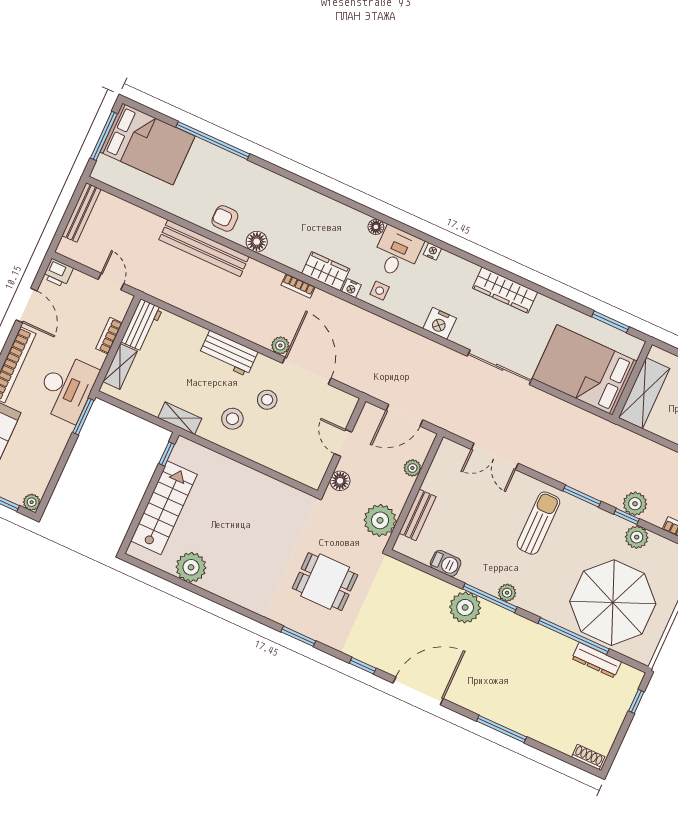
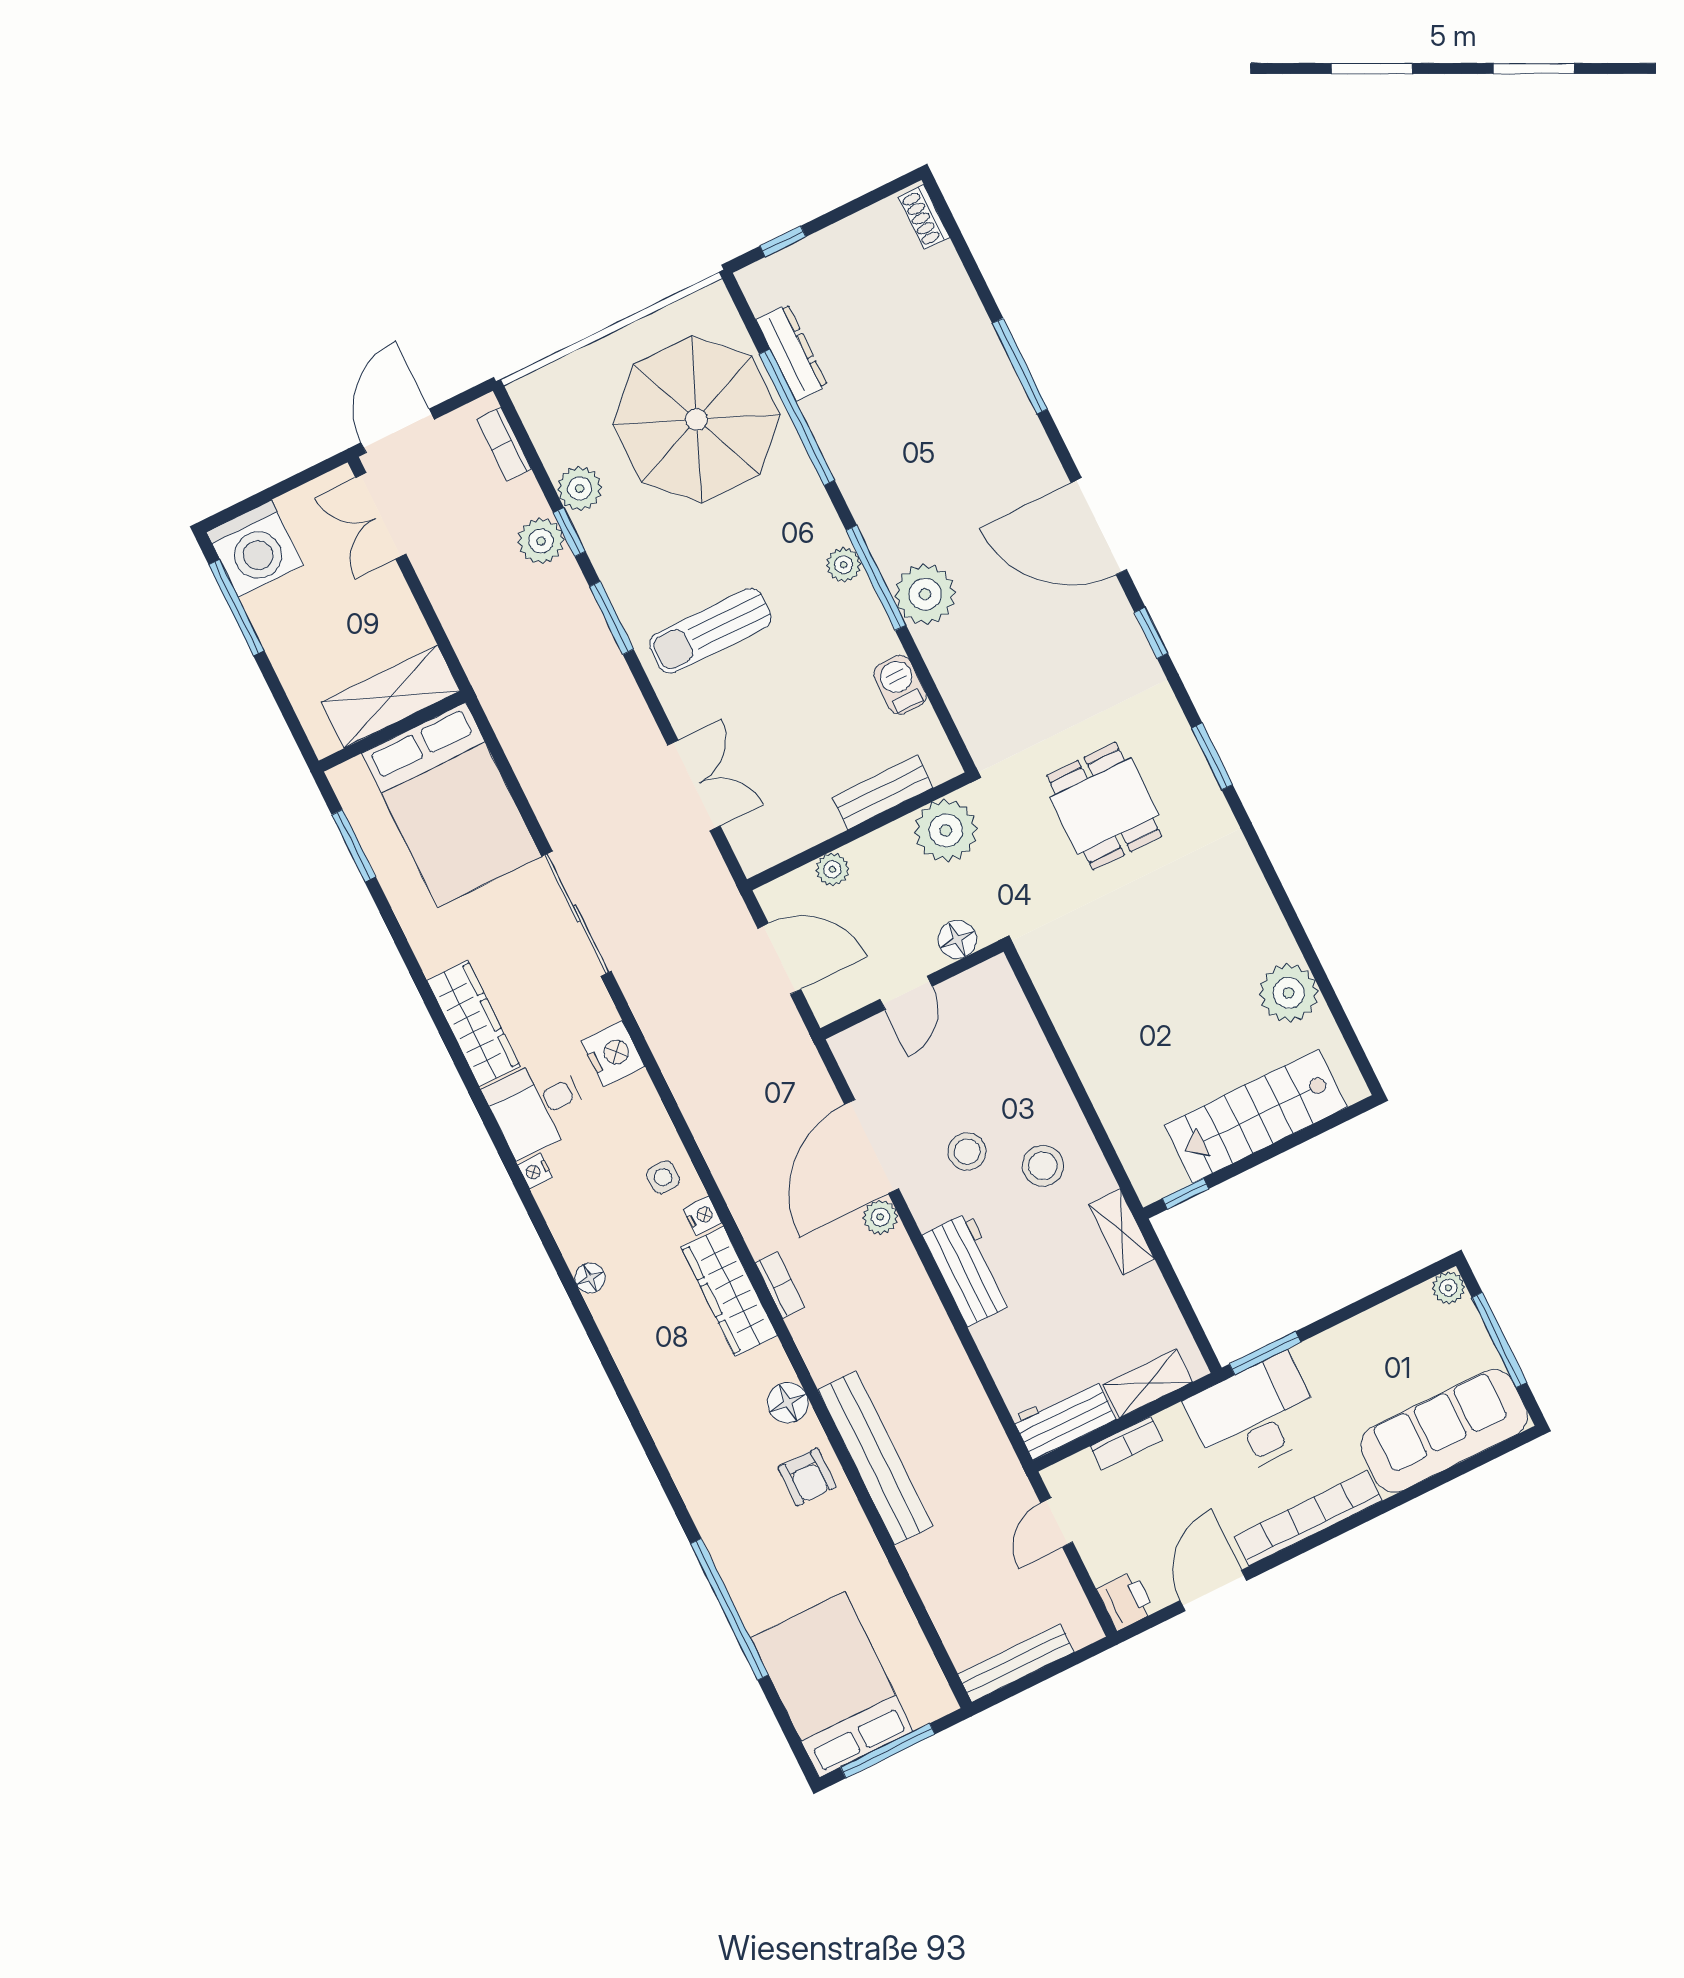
desk: (397, 252) -> (537, 1107), moved
wardrobe: (326, 271) -> (729, 1291), width x1.50

